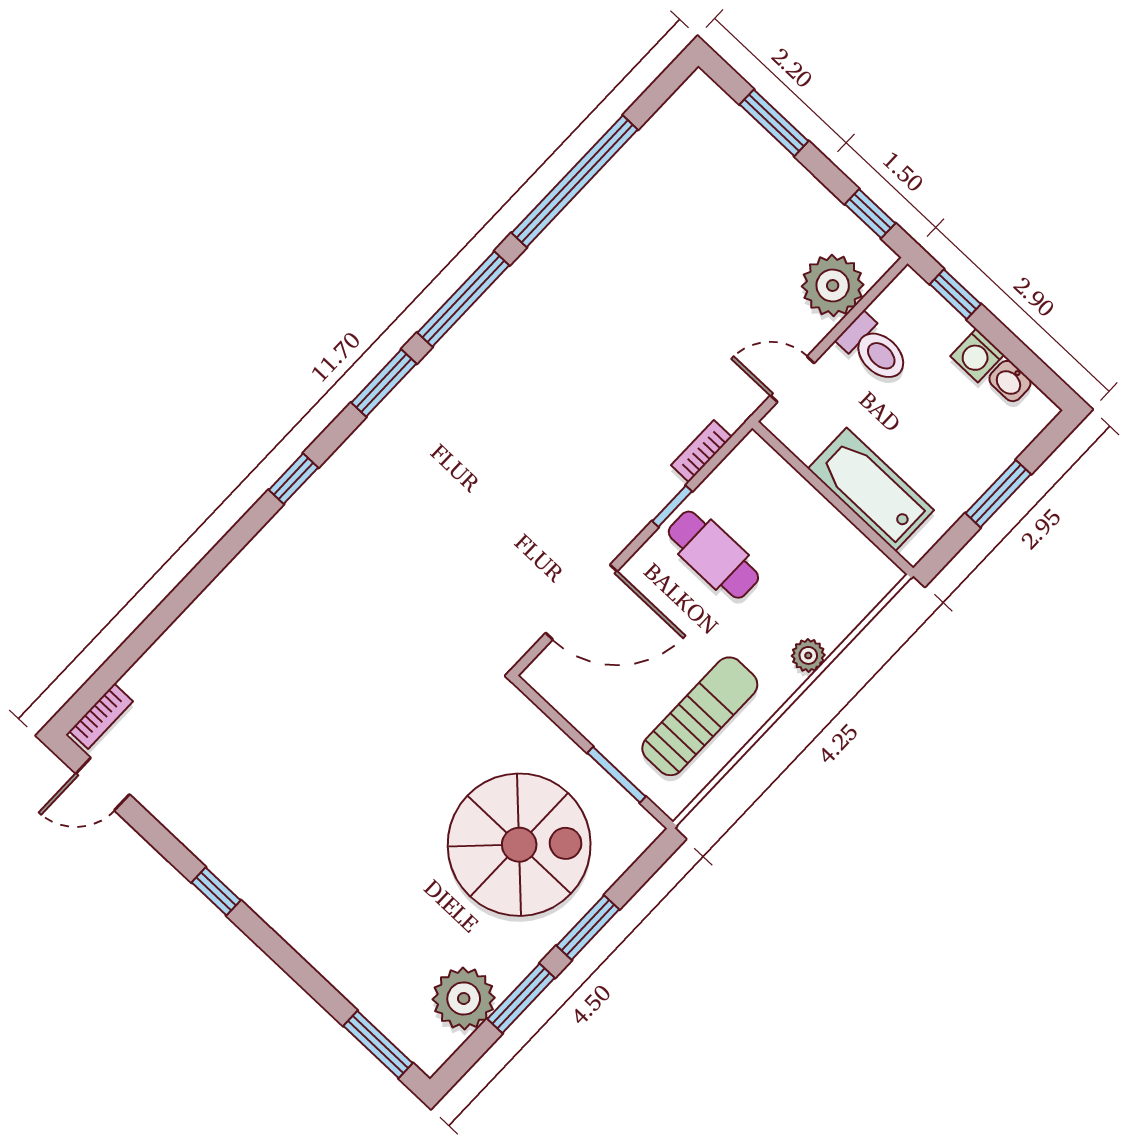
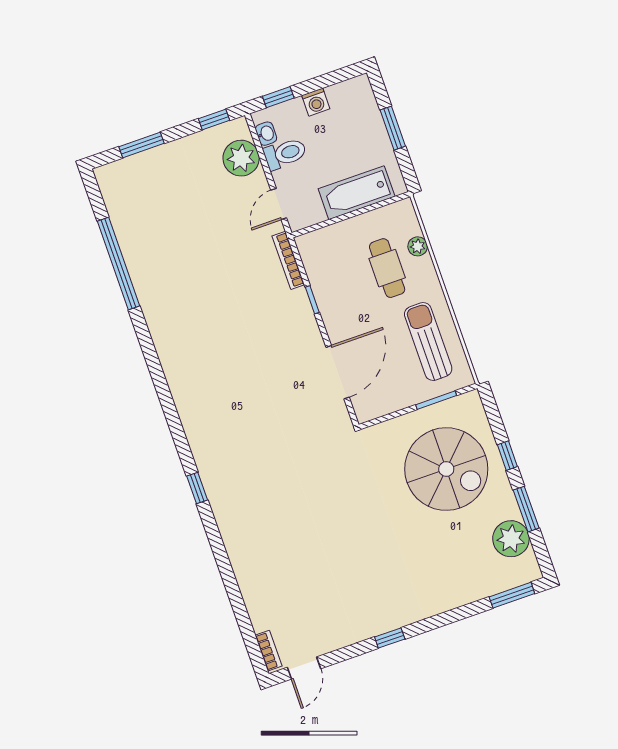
window: (463, 299) -> (150, 352), removed
washbasin: (1010, 381) -> (266, 134), moved, turned -90
window: (384, 383) -> (172, 416), removed
bookcase: (701, 451) -> (288, 260), width x1.56
cafe table: (713, 555) -> (387, 268), moved, turned 90
plant: (808, 655) -> (418, 246), moved
spiral stairs: (519, 845) -> (446, 469), turned 90
window: (588, 928) -> (507, 456), width x0.67

